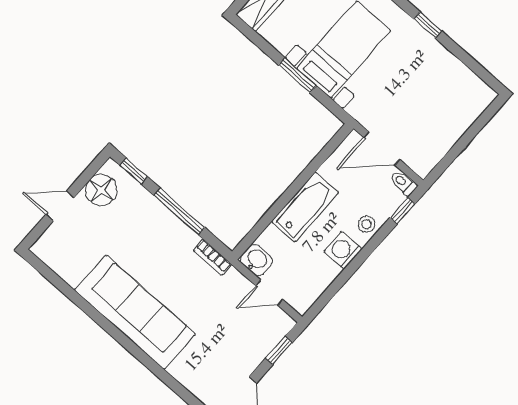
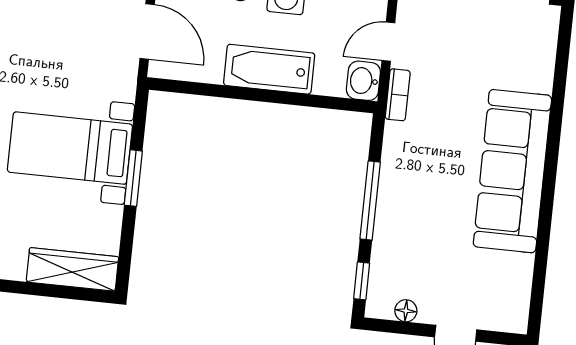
floor lamp: (101, 190) -> (406, 311), width x0.53, depth x0.53
bookcase: (212, 257) -> (398, 95), moved
door: (269, 293) -> (388, 42), swing flipped

